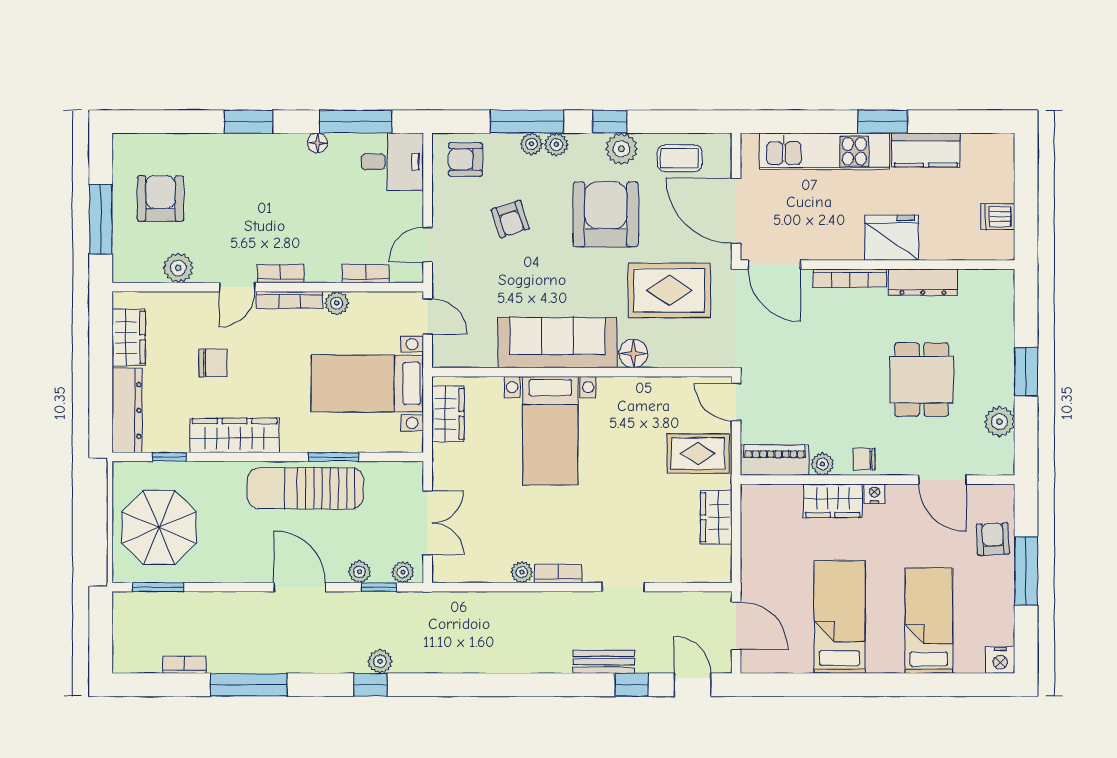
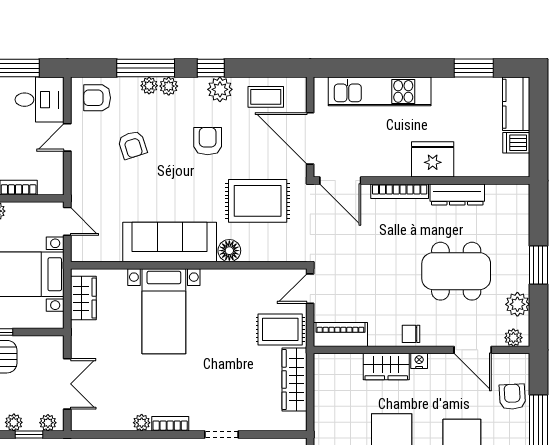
window: (883, 122) -> (474, 68), moved
kitchen counter: (926, 150) -> (516, 104), moved, turned 90
armchair: (606, 214) -> (208, 141), width x0.53, depth x0.53
door: (428, 245) -> (67, 137), moved
dining table: (922, 380) -> (456, 271), width x1.38
door: (736, 402) -> (310, 289), hinge flipped
plant: (822, 464) -> (513, 338), moved
wardrobe: (716, 517) -> (295, 380), width x1.50

